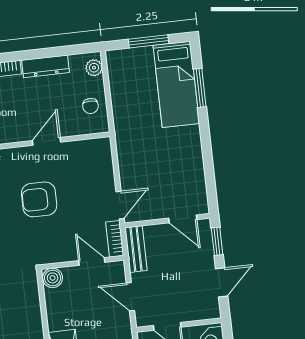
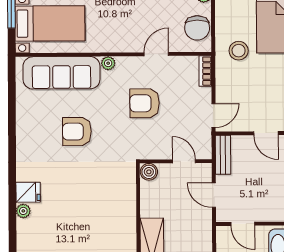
chair: (90, 106) -> (197, 28), width x1.87, depth x1.87
stool: (141, 127) -> (239, 51), added
bookcase: (115, 239) -> (205, 71), moved

